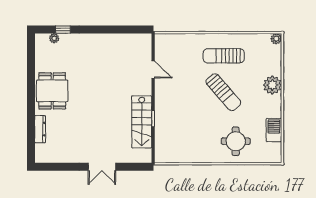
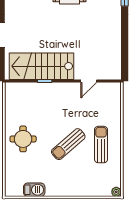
plant: (272, 85) -> (75, 188), removed
stairs: (142, 122) -> (42, 66), width x1.36, depth x1.51
round table: (236, 141) -> (23, 139), moved

